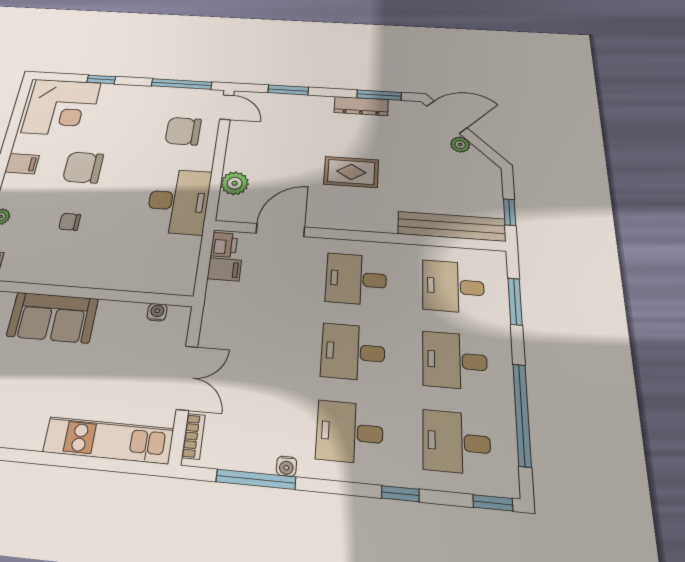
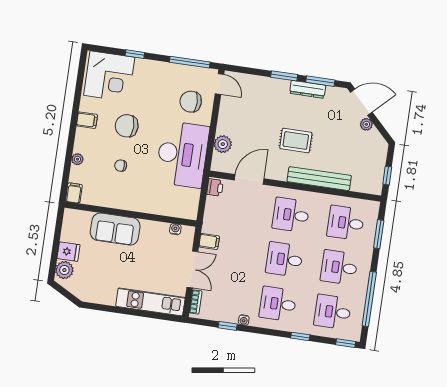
window: (288, 90) -> (284, 76), moved
desk: (179, 201) -> (182, 154), width x1.36, depth x1.30
bench: (451, 226) -> (319, 179), moved
filing cabinet: (224, 269) -> (209, 241), moved
window: (256, 479) -> (228, 326), width x0.46

